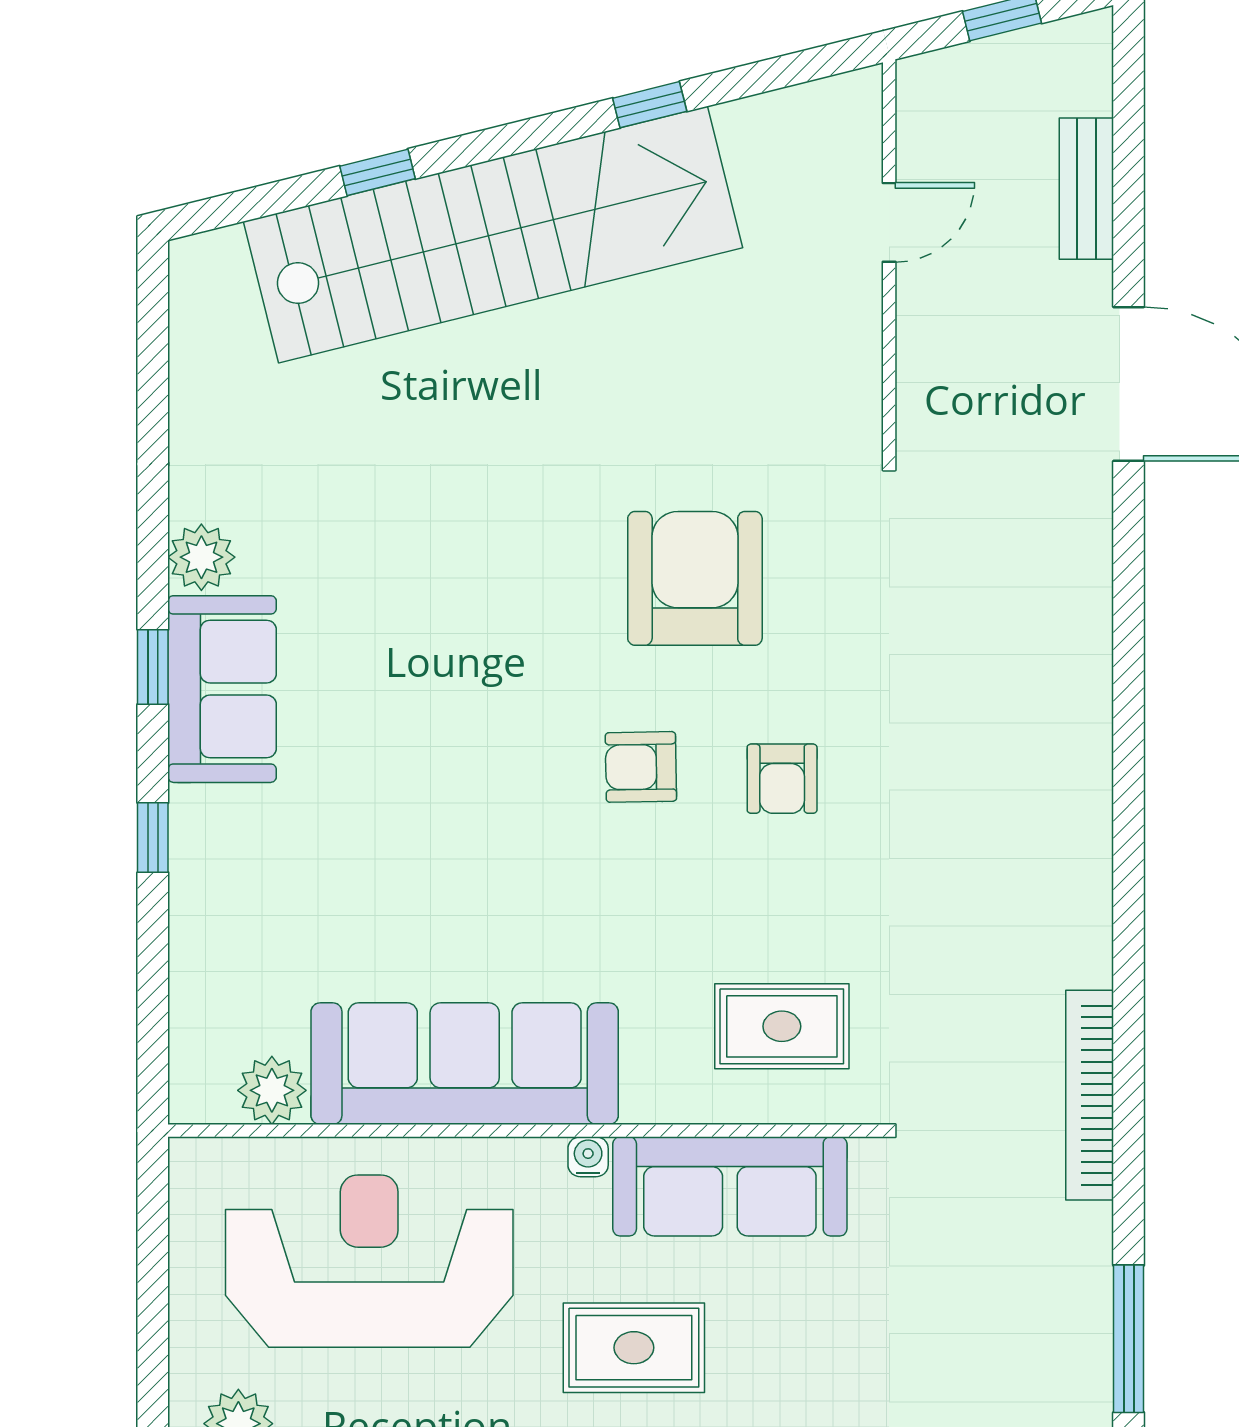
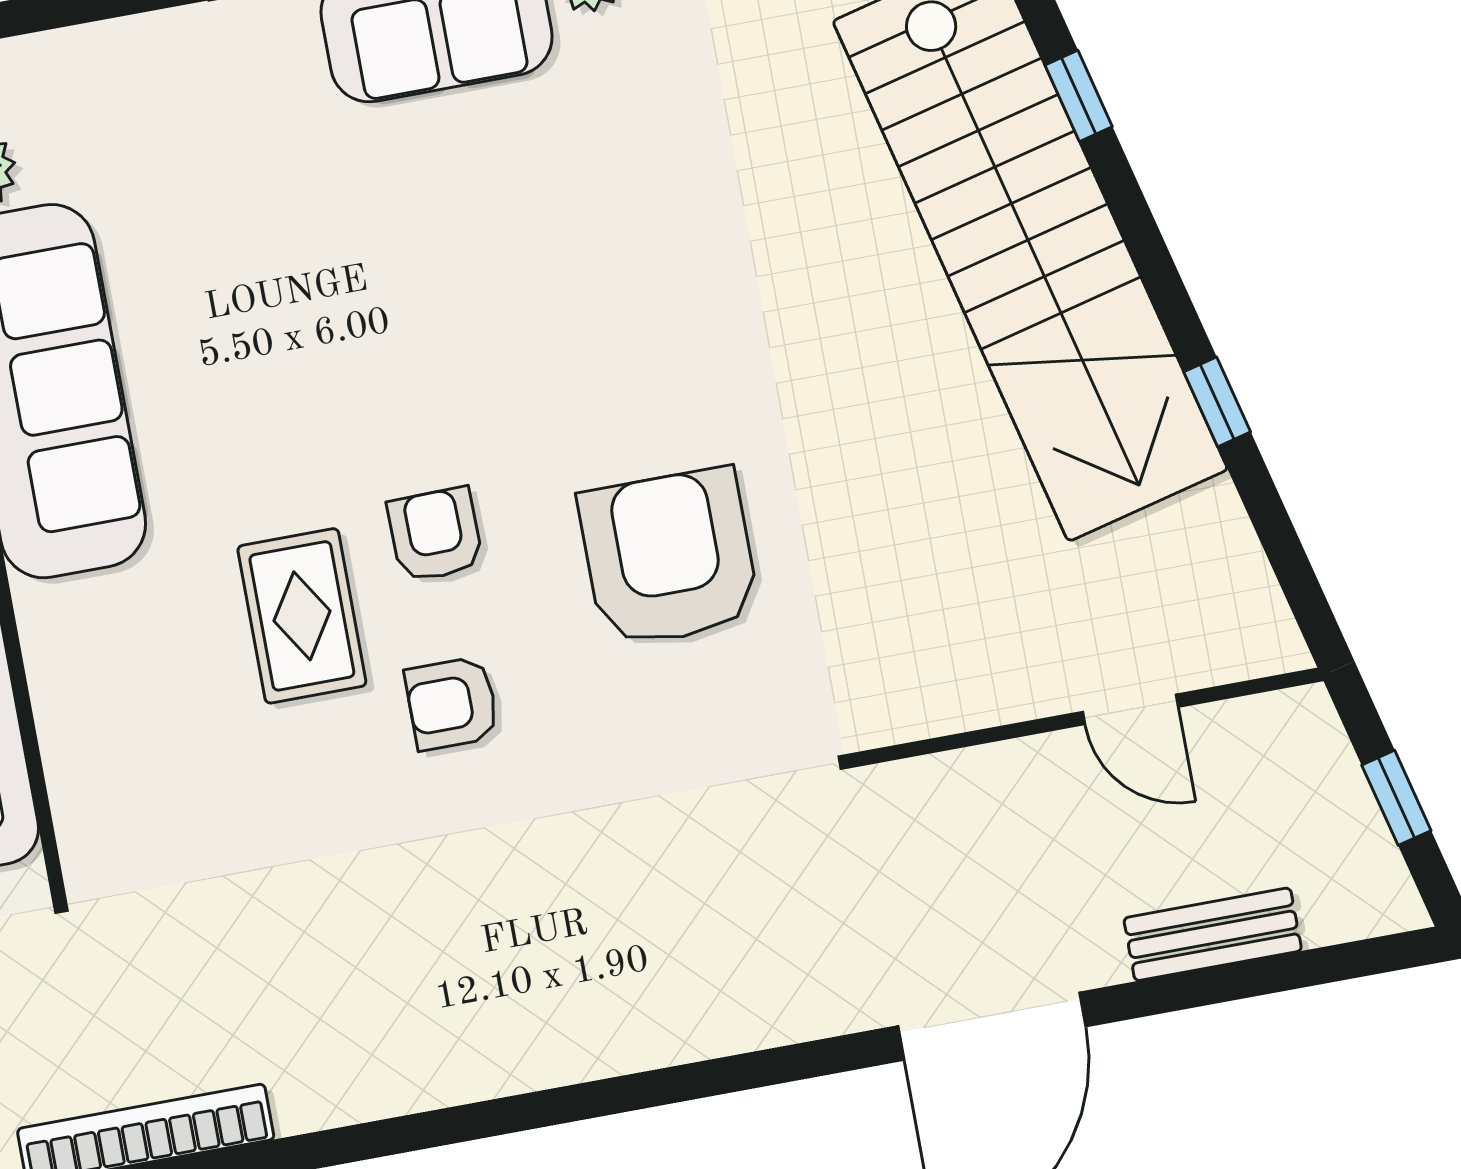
armchair: (695, 578) -> (669, 558), turned -90
rug: (782, 1026) -> (302, 616), moved

